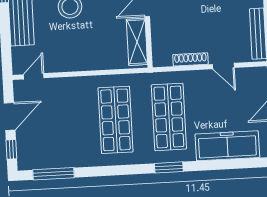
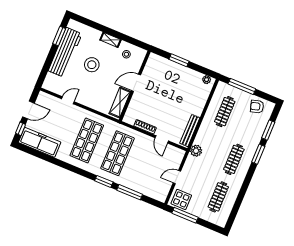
door: (34, 76) -> (68, 100), moved
freezer: (227, 146) -> (40, 142), moved
window: (53, 174) -> (130, 192), moved

